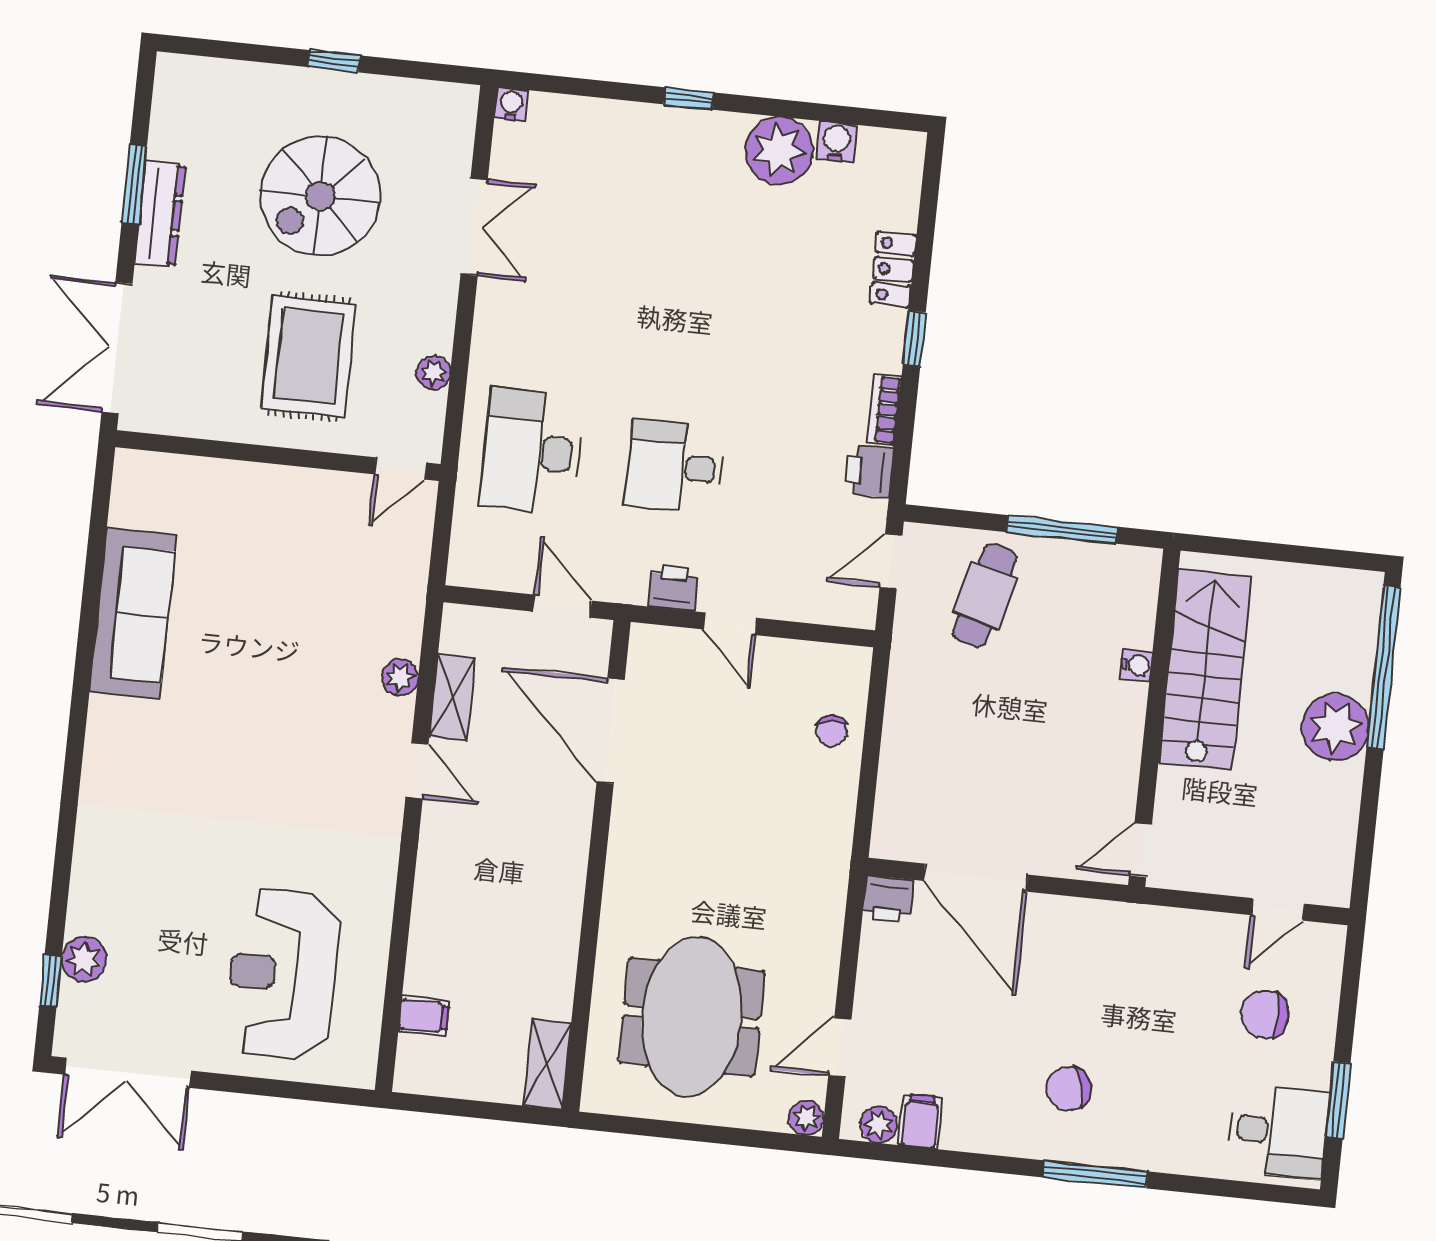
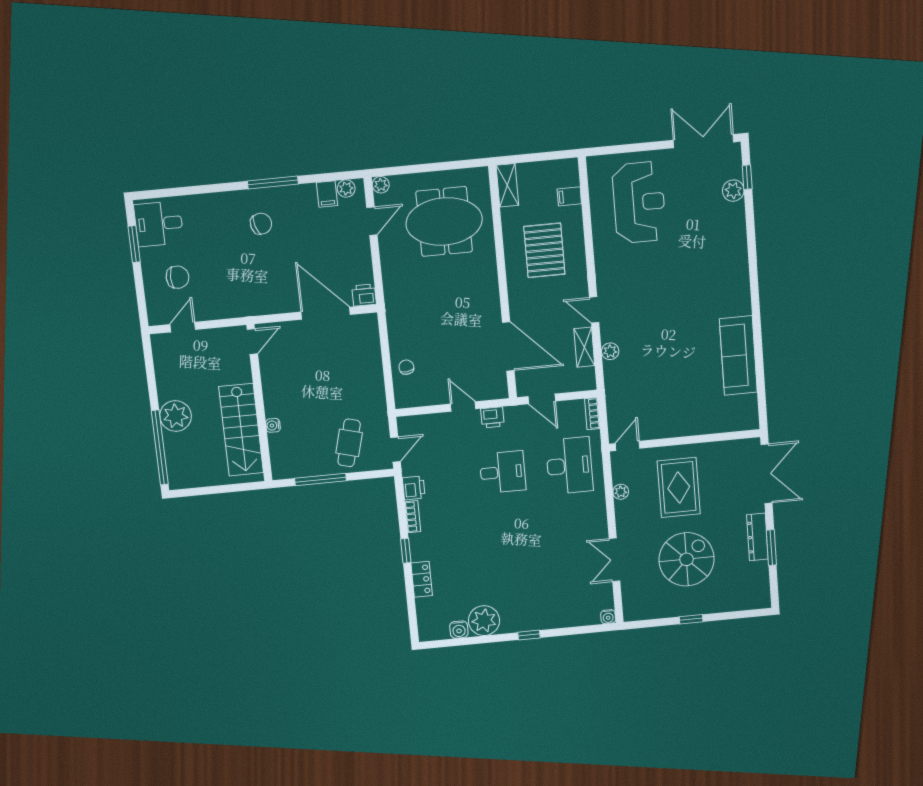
bookcase: (462, 553) -> (592, 414), added
pallet: (497, 916) -> (544, 250), added
meeting table: (692, 1017) -> (444, 222), turned 90
window: (1095, 1174) -> (273, 183), moved

